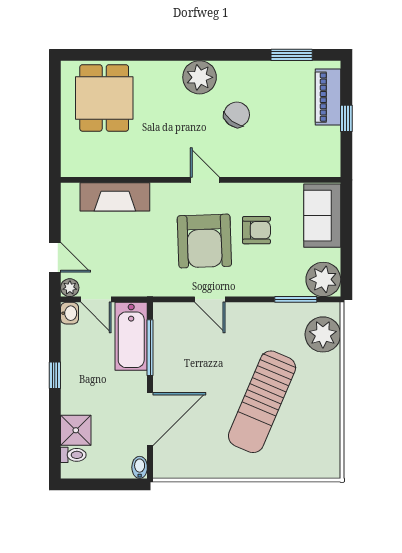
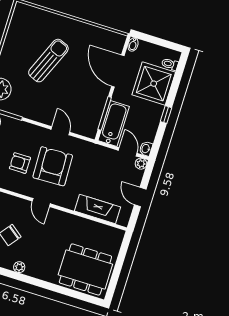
plant: (200, 77) -> (19, 267), width x0.53, depth x0.53
dining table: (104, 98) -> (85, 269), width x1.38
door: (55, 257) -> (140, 197), moved
sun lounger: (262, 402) -> (48, 61), width x0.73, depth x0.75
door: (150, 419) -> (118, 71), hinge flipped
shower: (76, 430) -> (154, 84), width x1.86, depth x1.86

